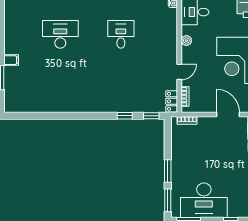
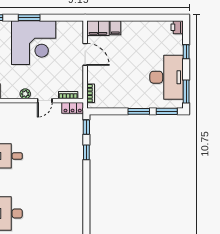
plant: (186, 41) -> (25, 94), moved
door: (179, 72) -> (45, 101), swing flipped
door: (228, 115) -> (85, 54), swing flipped

